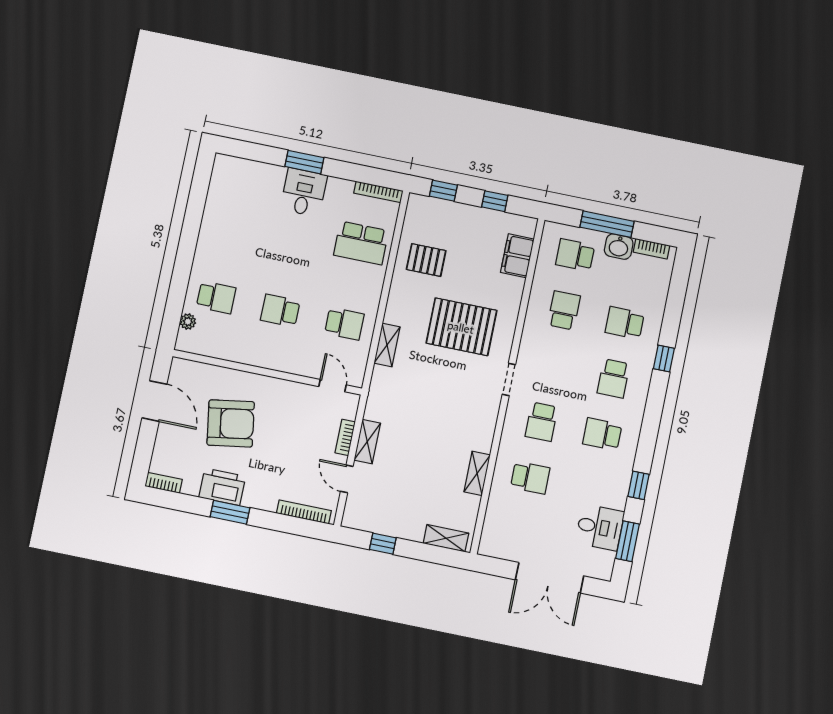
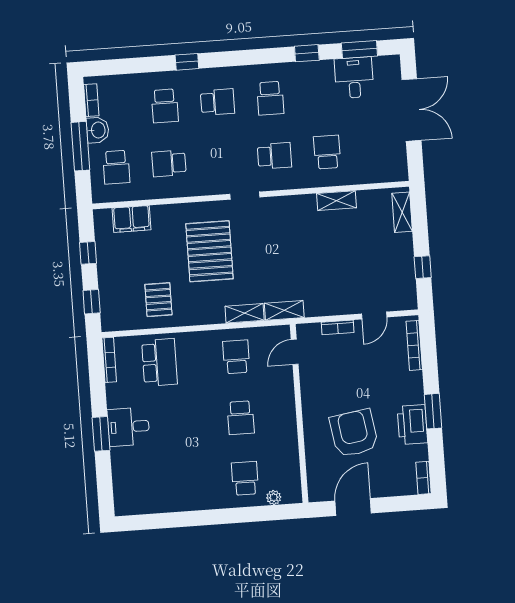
shelving: (367, 442) -> (284, 310), moved

